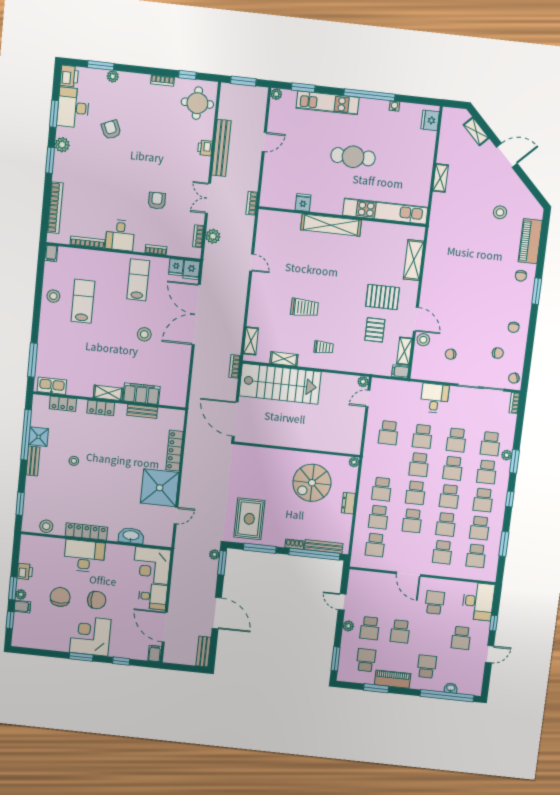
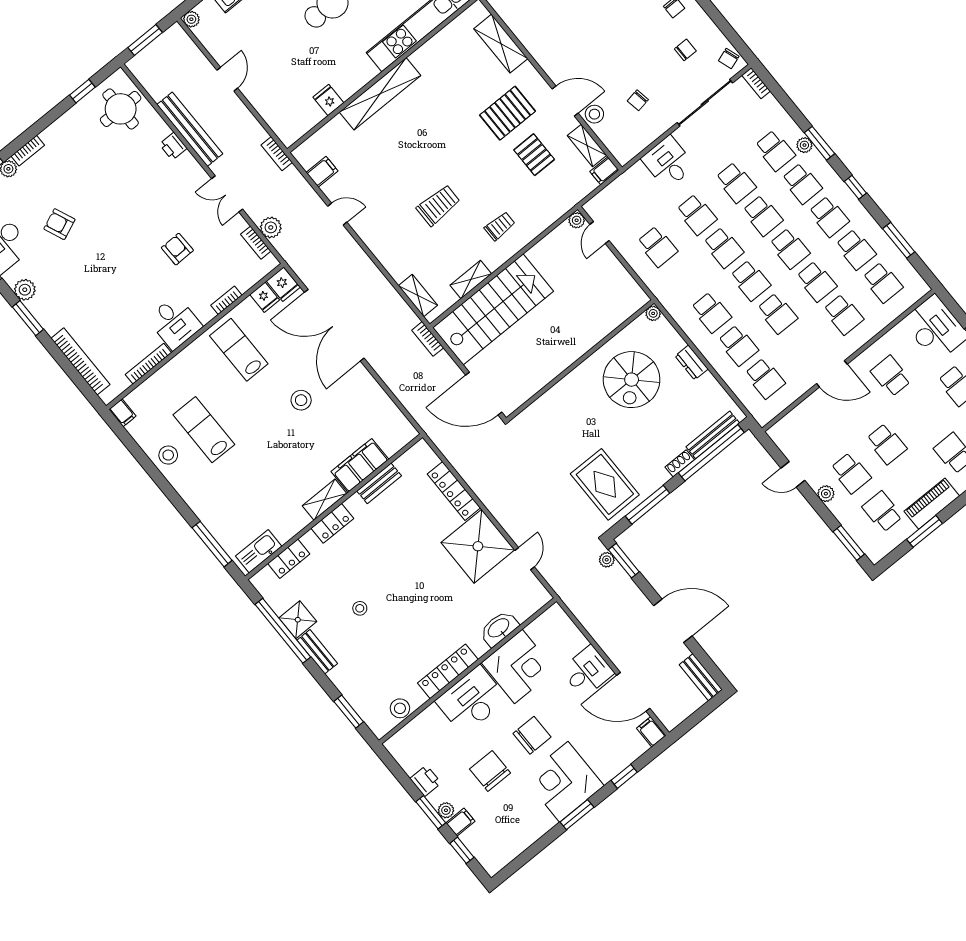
bookcase: (163, 81) -> (28, 151), moved
filing cabinet: (265, 234) -> (322, 172), added
corner desk: (152, 565) -> (518, 666), moved, turned -90

